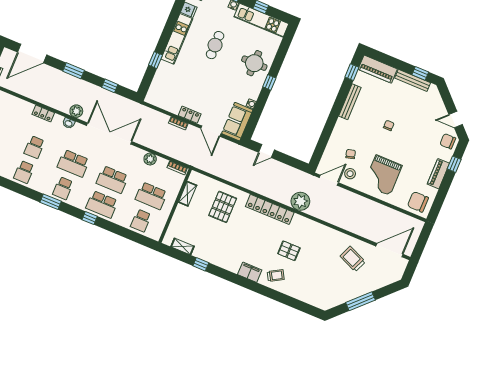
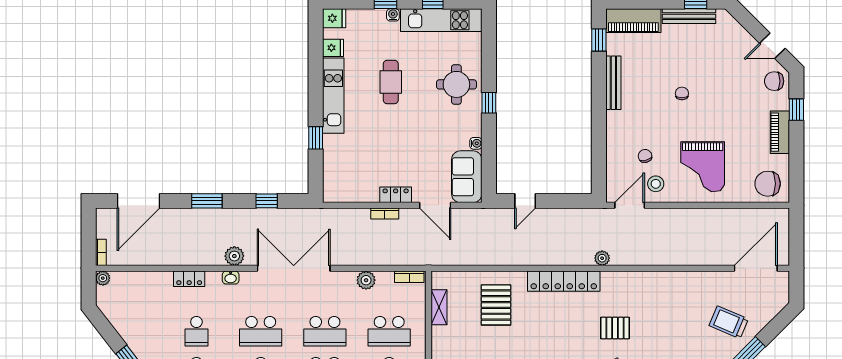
plant: (300, 201) -> (602, 258), width x0.53, depth x0.53
trolley: (353, 259) -> (729, 322), moved

